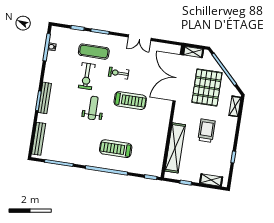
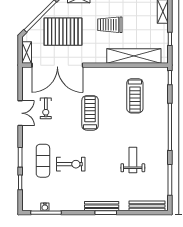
exercise bike: (119, 73) -> (46, 108), moved
weight bench: (93, 108) -> (133, 160), moved, turned 90
treadmill: (116, 149) -> (135, 96), moved

